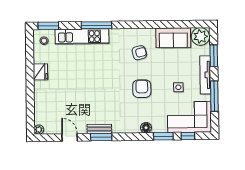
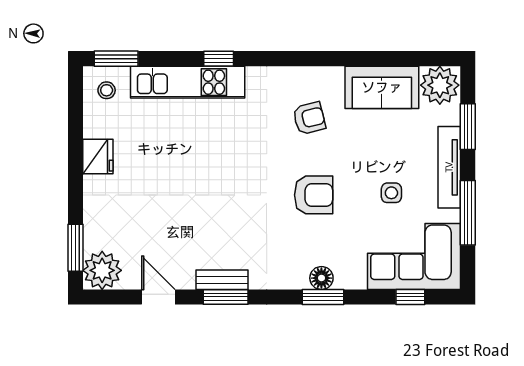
window: (96, 25) -> (219, 59), width x0.46
armchair: (142, 89) -> (314, 195), turned 90
window: (30, 115) -> (76, 248), added
plant: (39, 130) -> (102, 270), width x1.87, depth x1.87
window: (163, 136) -> (323, 297), moved

